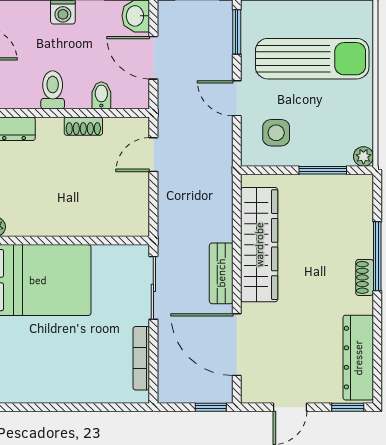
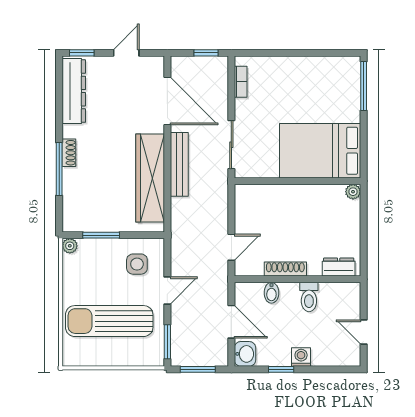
door: (237, 98) -> (167, 291), hinge flipped
shoe rack: (83, 126) -> (285, 269), width x1.43
bench: (221, 273) -> (179, 164), width x1.36
bookcase: (141, 358) -> (241, 82), width x0.64
window: (211, 407) -> (206, 53), moved

